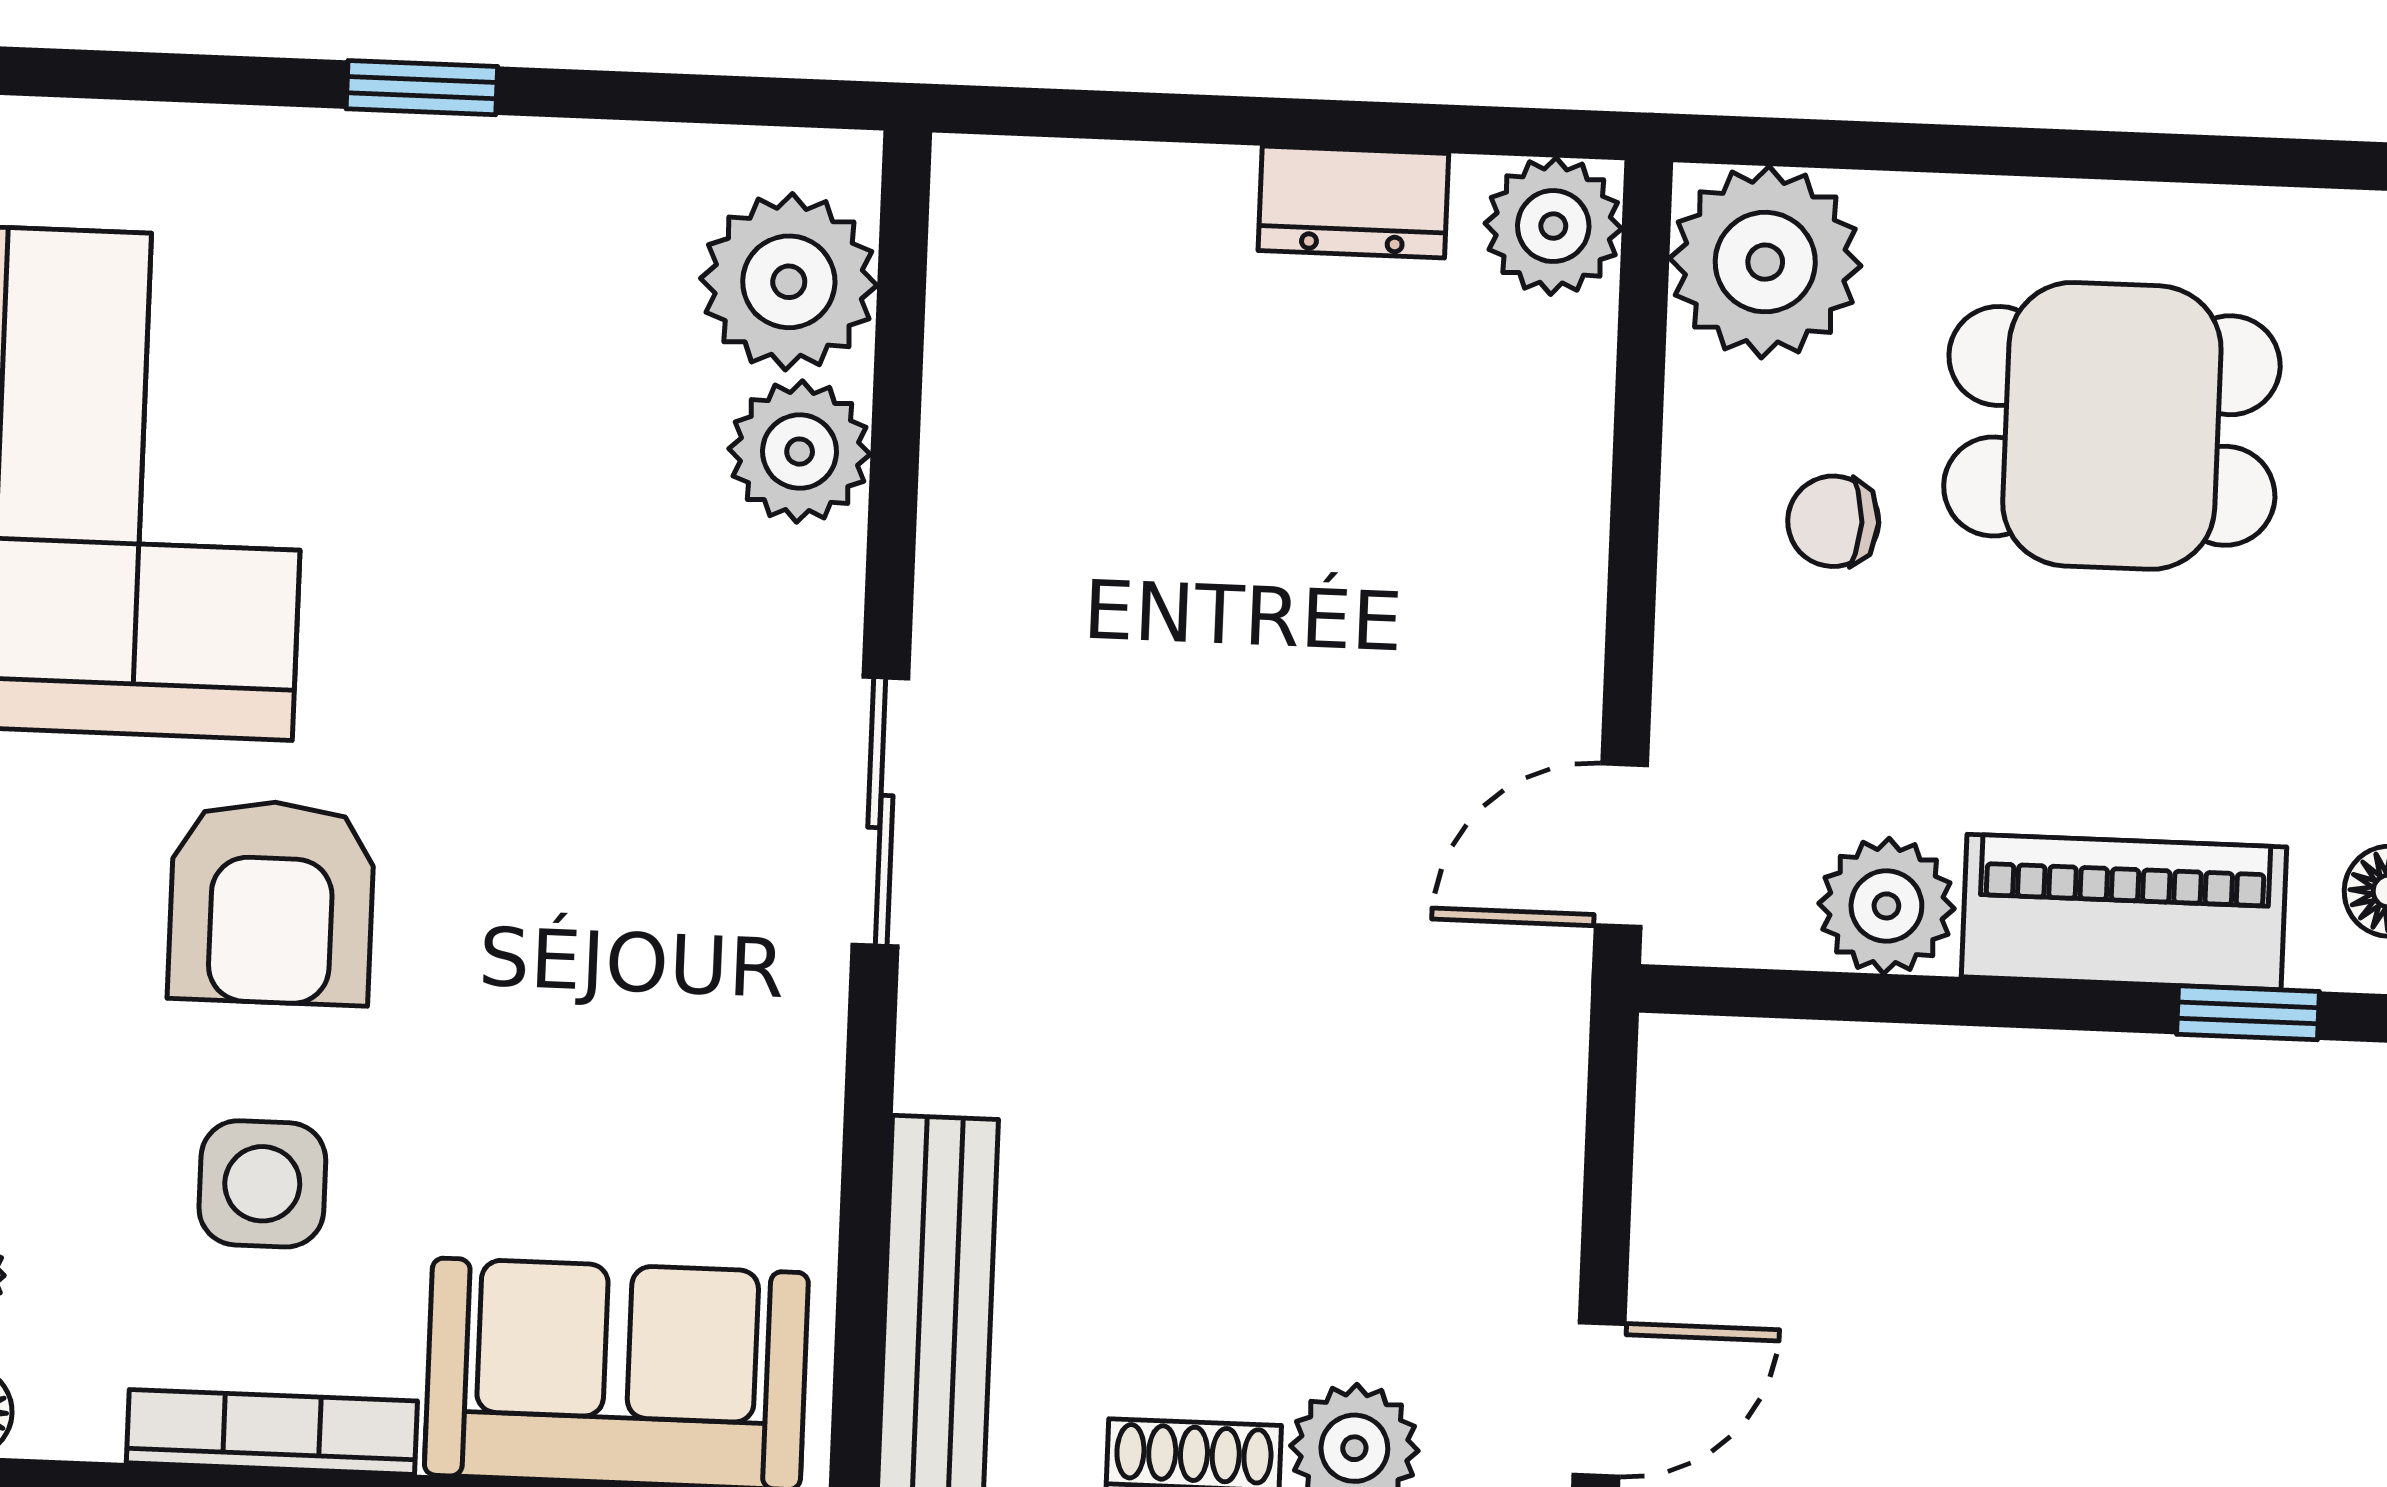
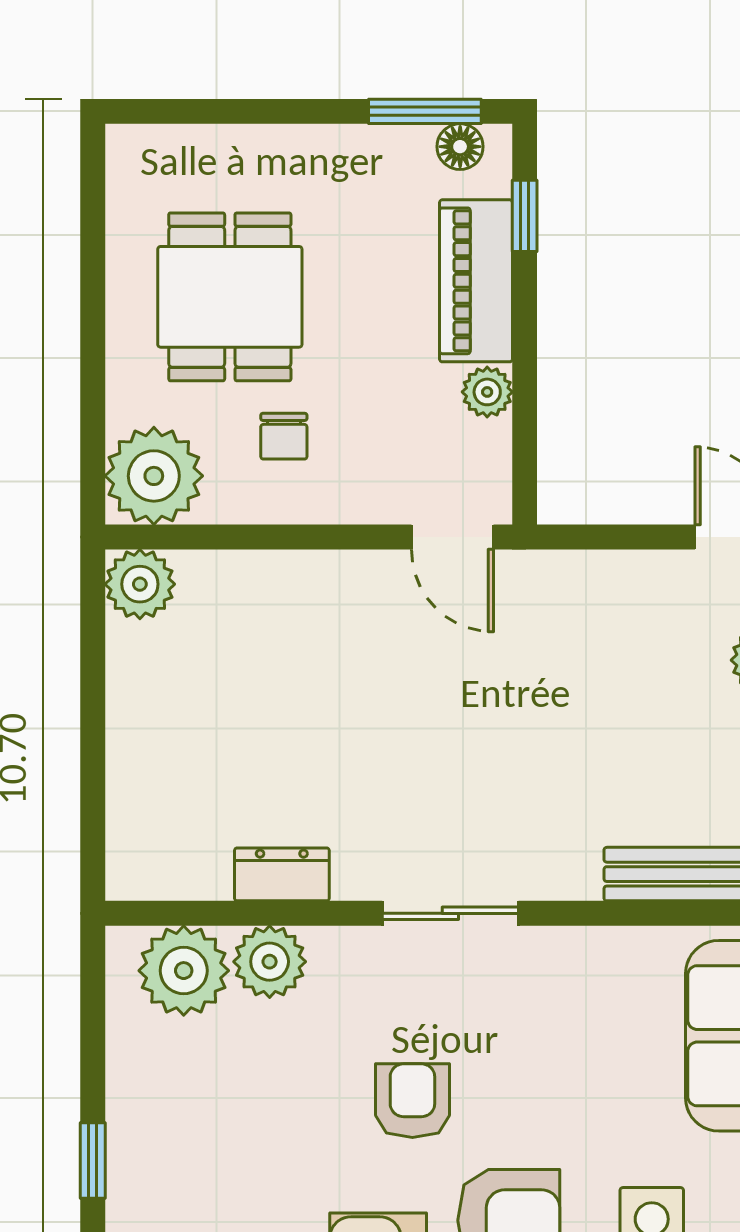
dresser: (1353, 202) -> (282, 874), moved, turned -90
armchair: (515, 722) -> (412, 1101), added
plant: (1886, 906) -> (487, 392), width x0.73, depth x0.73

